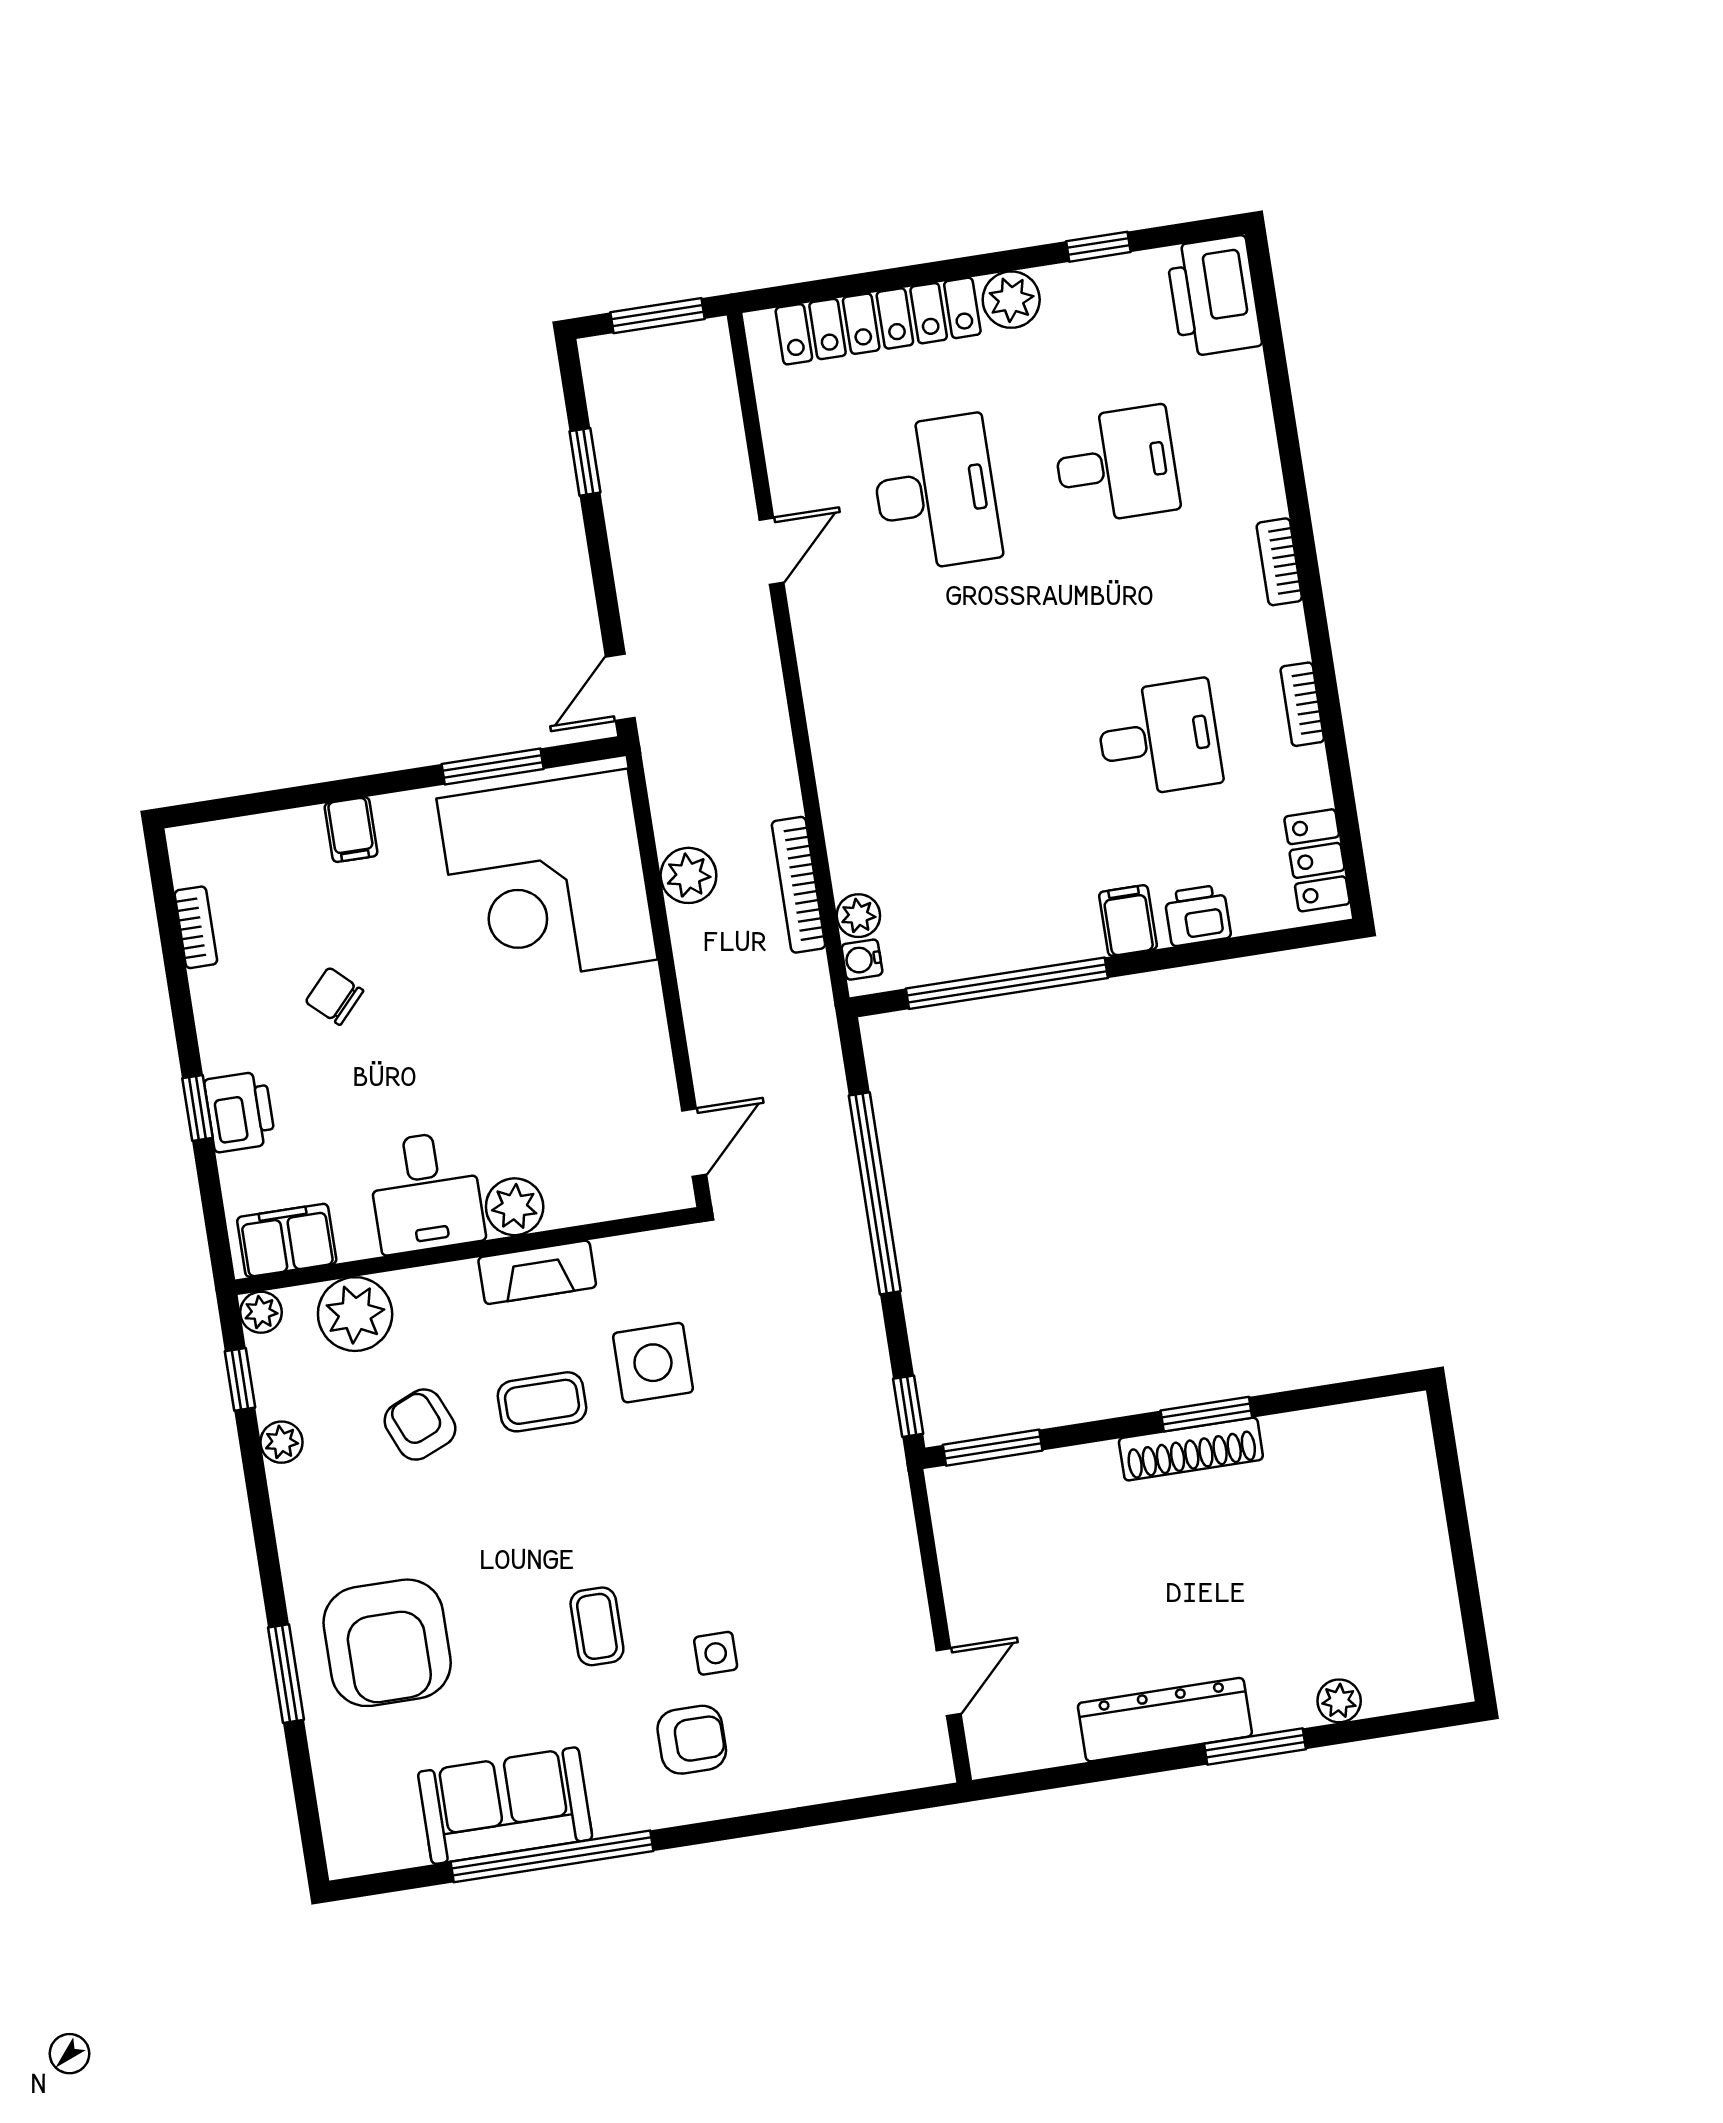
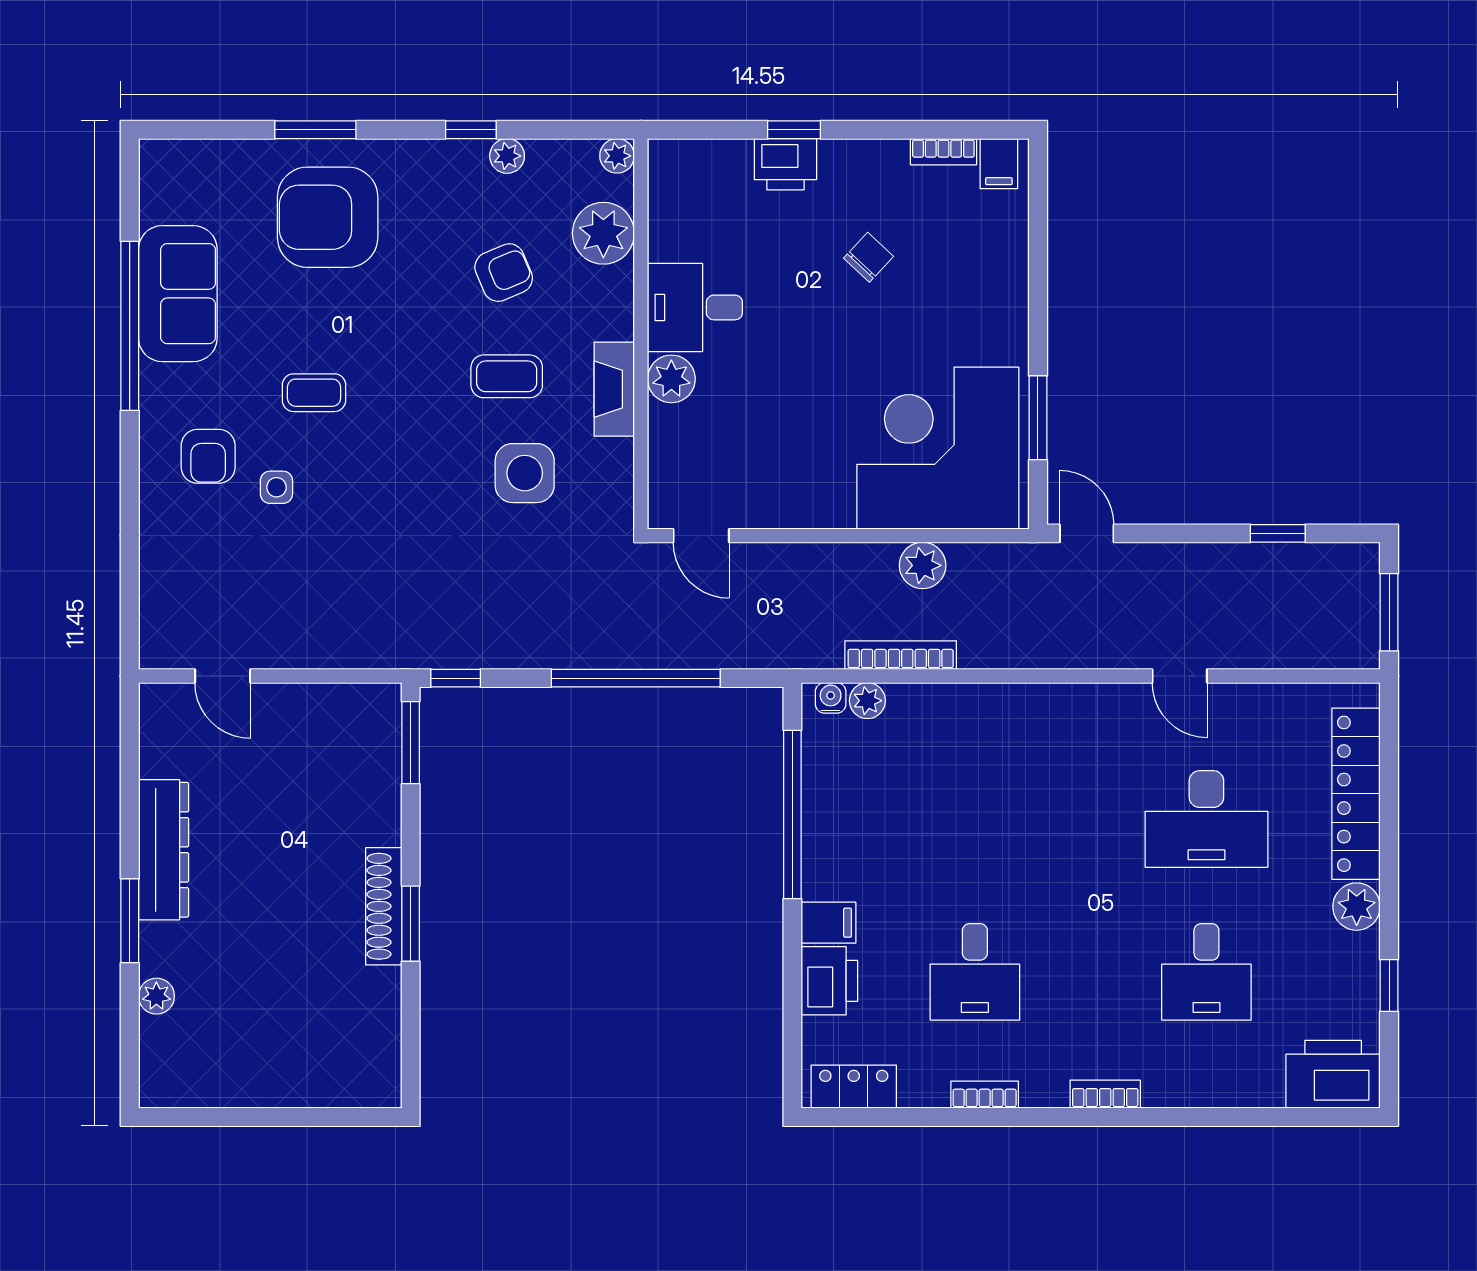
filing cabinet: (351, 830) -> (999, 164), moved, turned -90
printer: (1198, 915) -> (829, 981), width x1.36, depth x1.24
filing cabinet: (287, 1240) -> (673, 186), removed
window: (240, 1379) -> (471, 130), moved
coffee table: (542, 1402) -> (507, 376), turned 90

